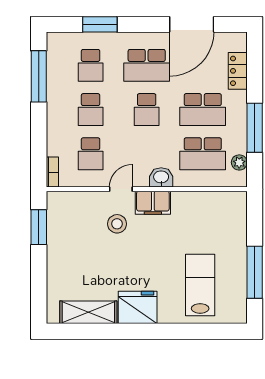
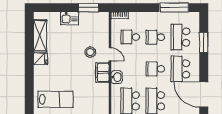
school desk: (91, 65) -> (180, 37), width x1.85
kitchen sink: (58, 260) -> (70, 18), added
fridge: (138, 307) -> (40, 59), width x0.53, depth x0.75

